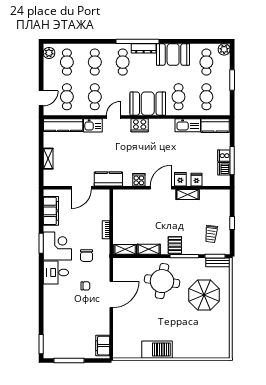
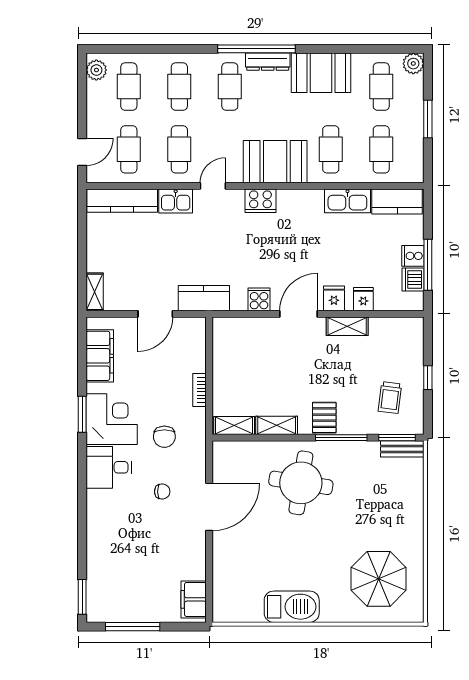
shelving: (48, 159) -> (95, 292), moved
parasol: (204, 295) -> (379, 579), moved

